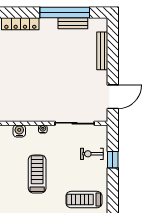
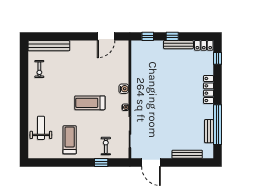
treadmill: (37, 174) -> (90, 103), turned 180

